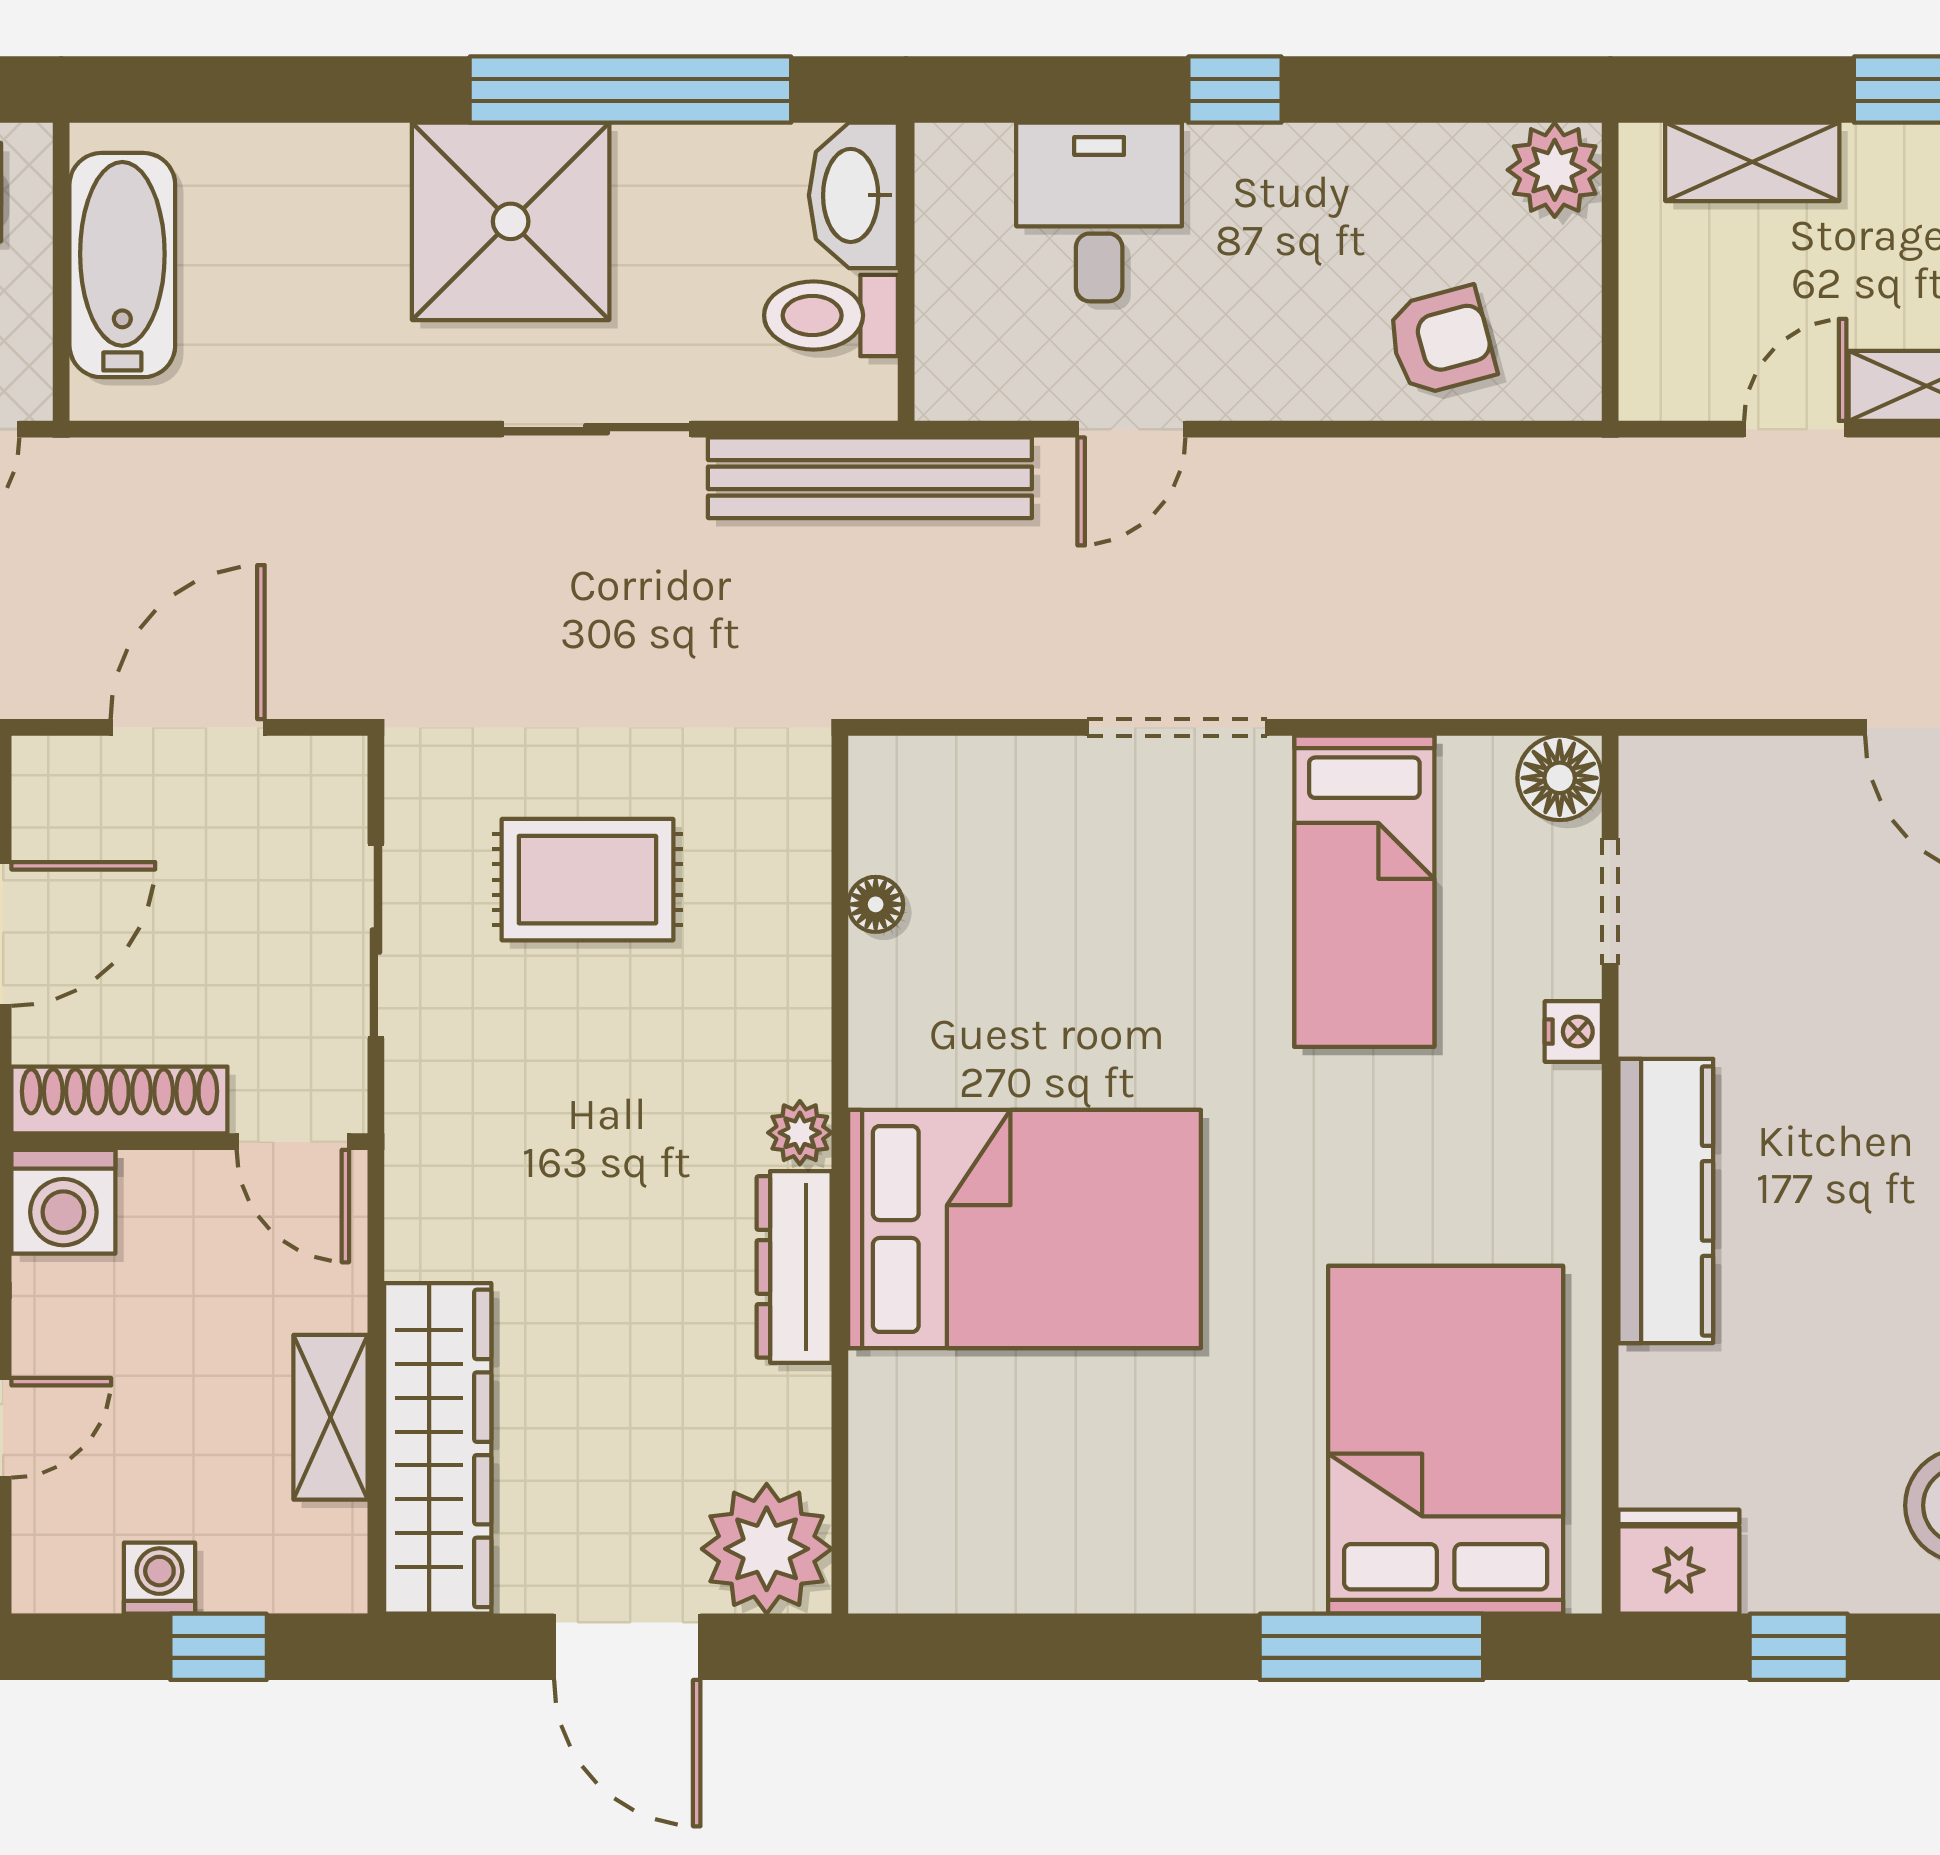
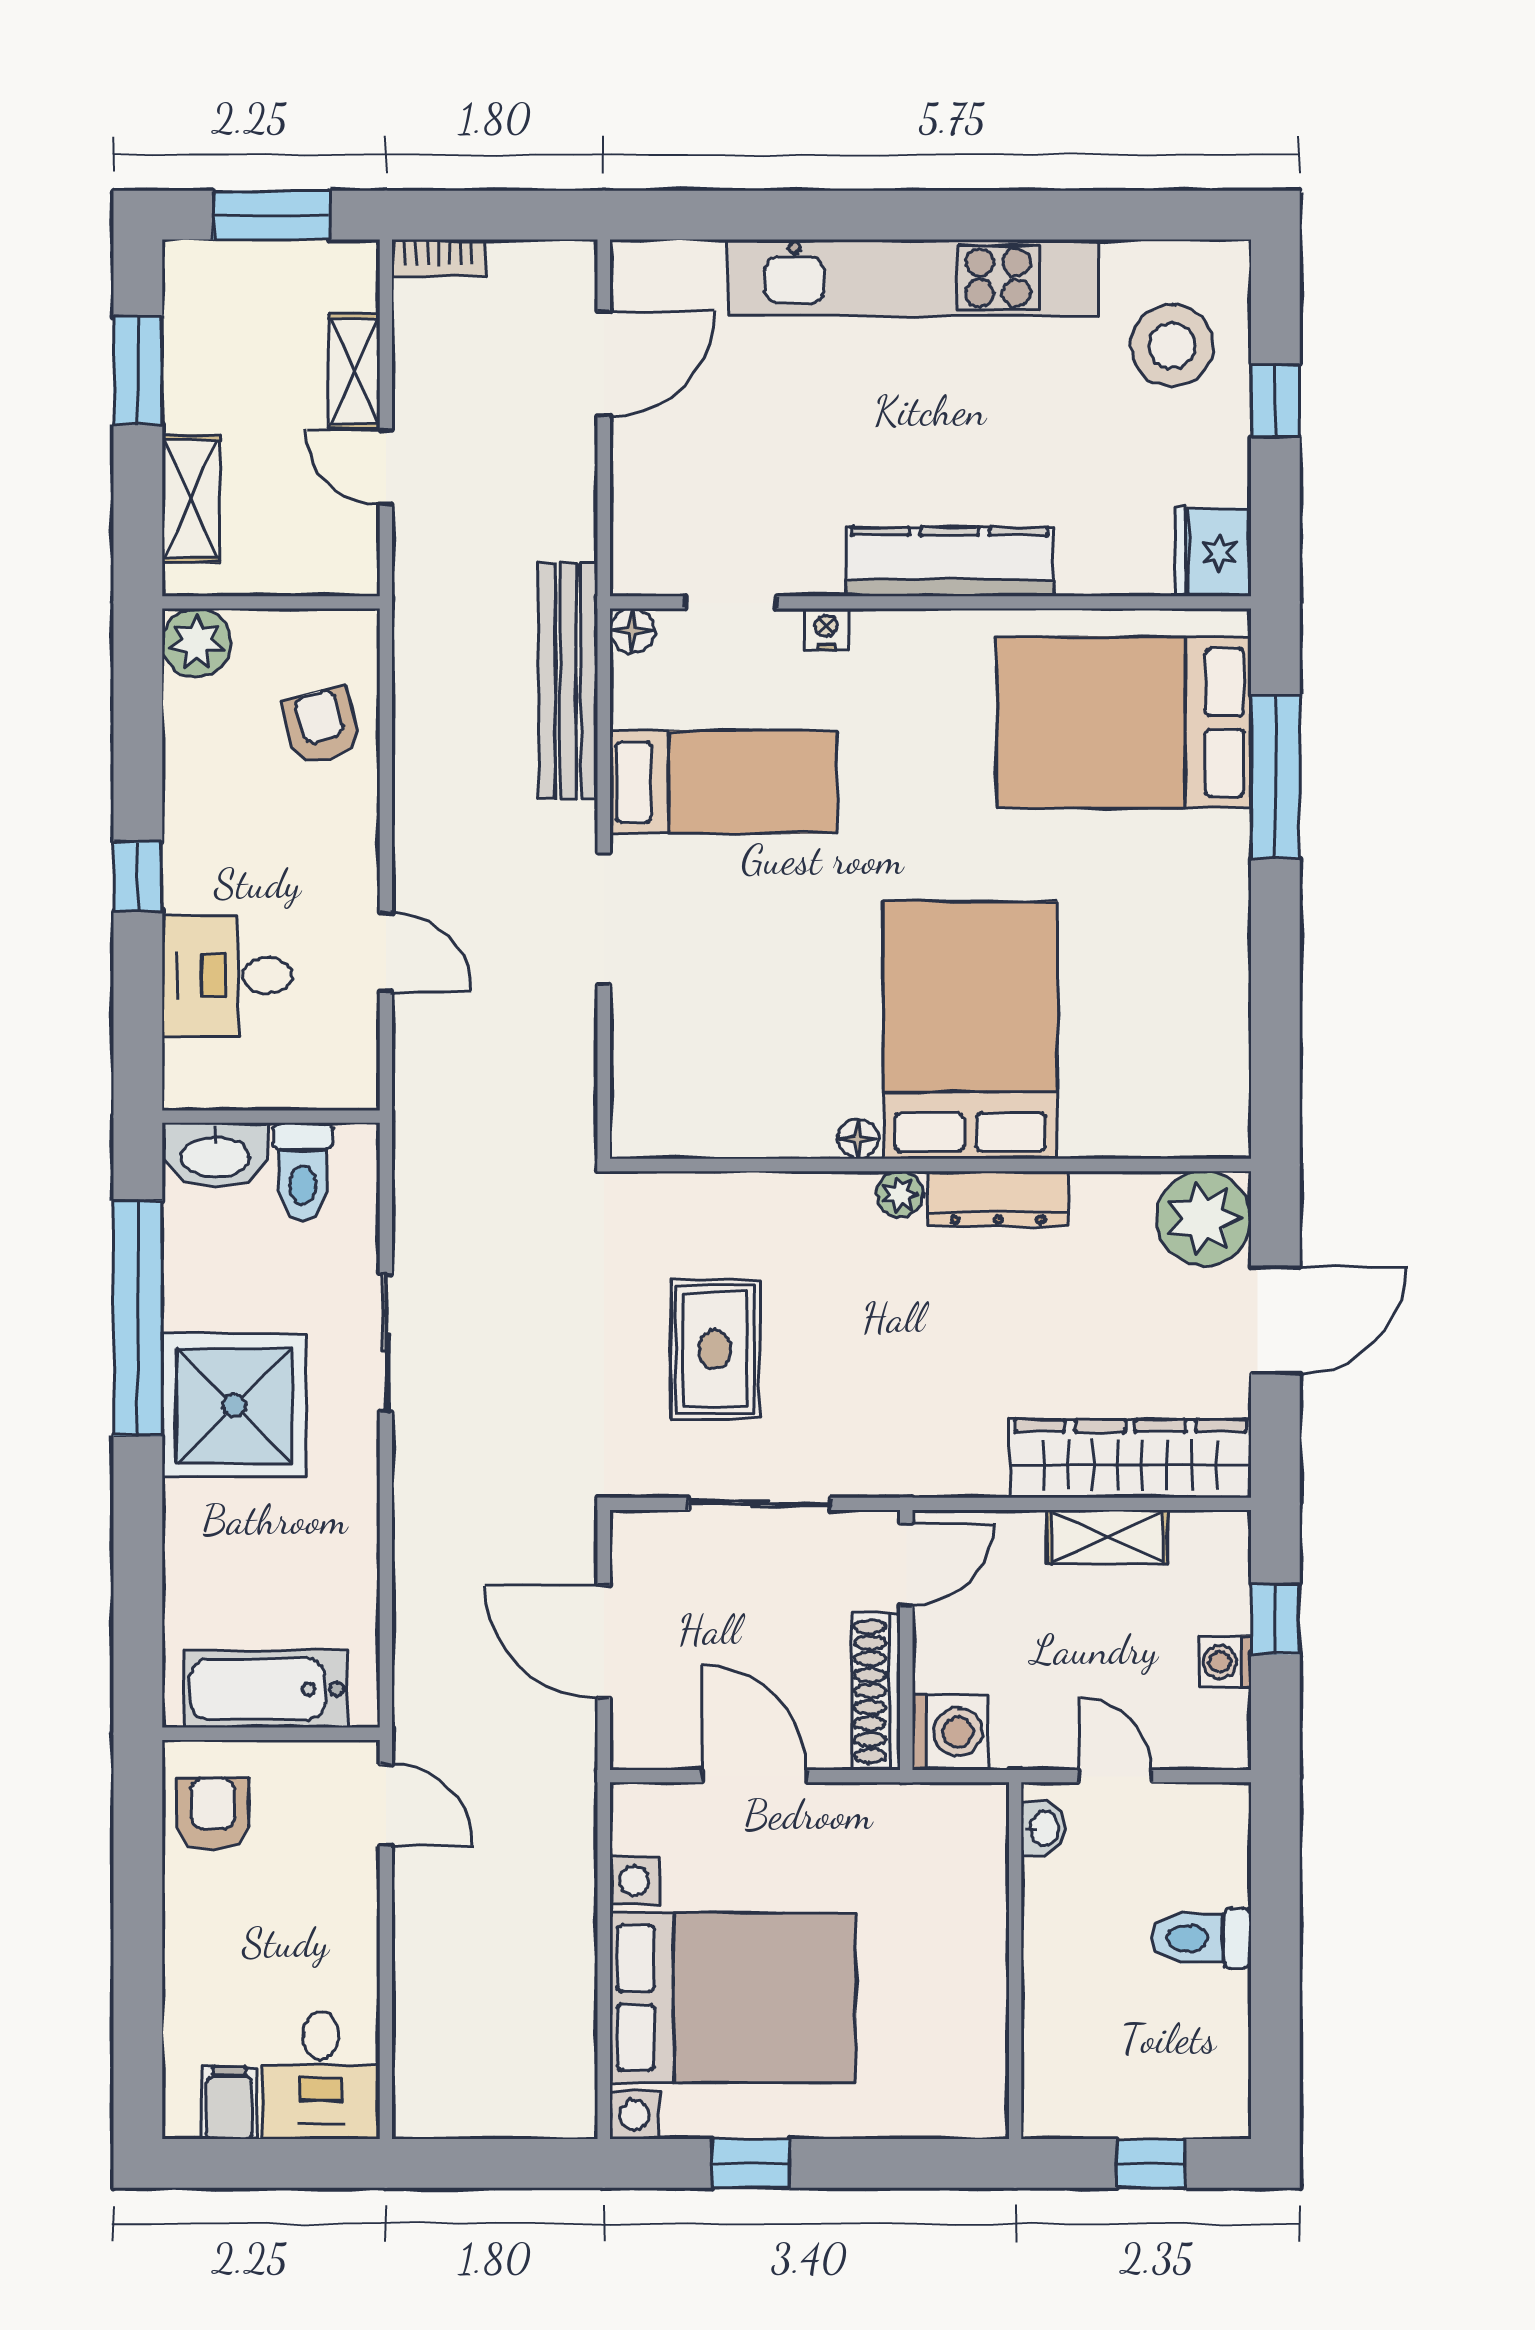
bench: (870, 478) -> (568, 681), moved
floor lamp: (1560, 778) -> (632, 631), width x0.73, depth x0.73
floor lamp: (876, 904) -> (858, 1139), moved
window: (1799, 1647) -> (1275, 401), moved

